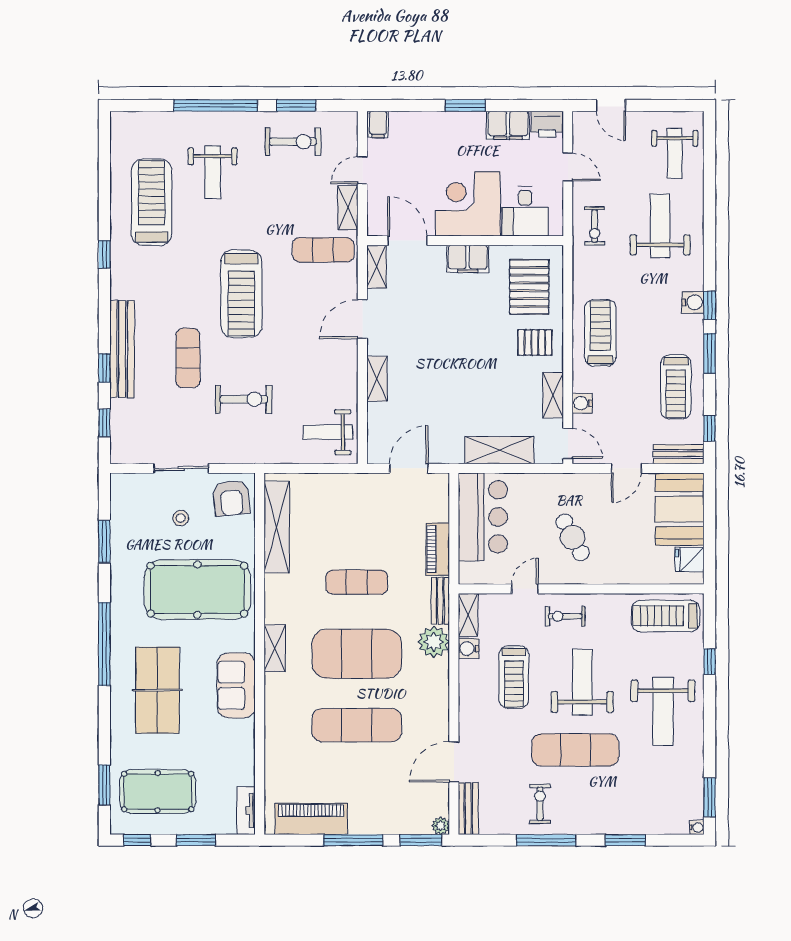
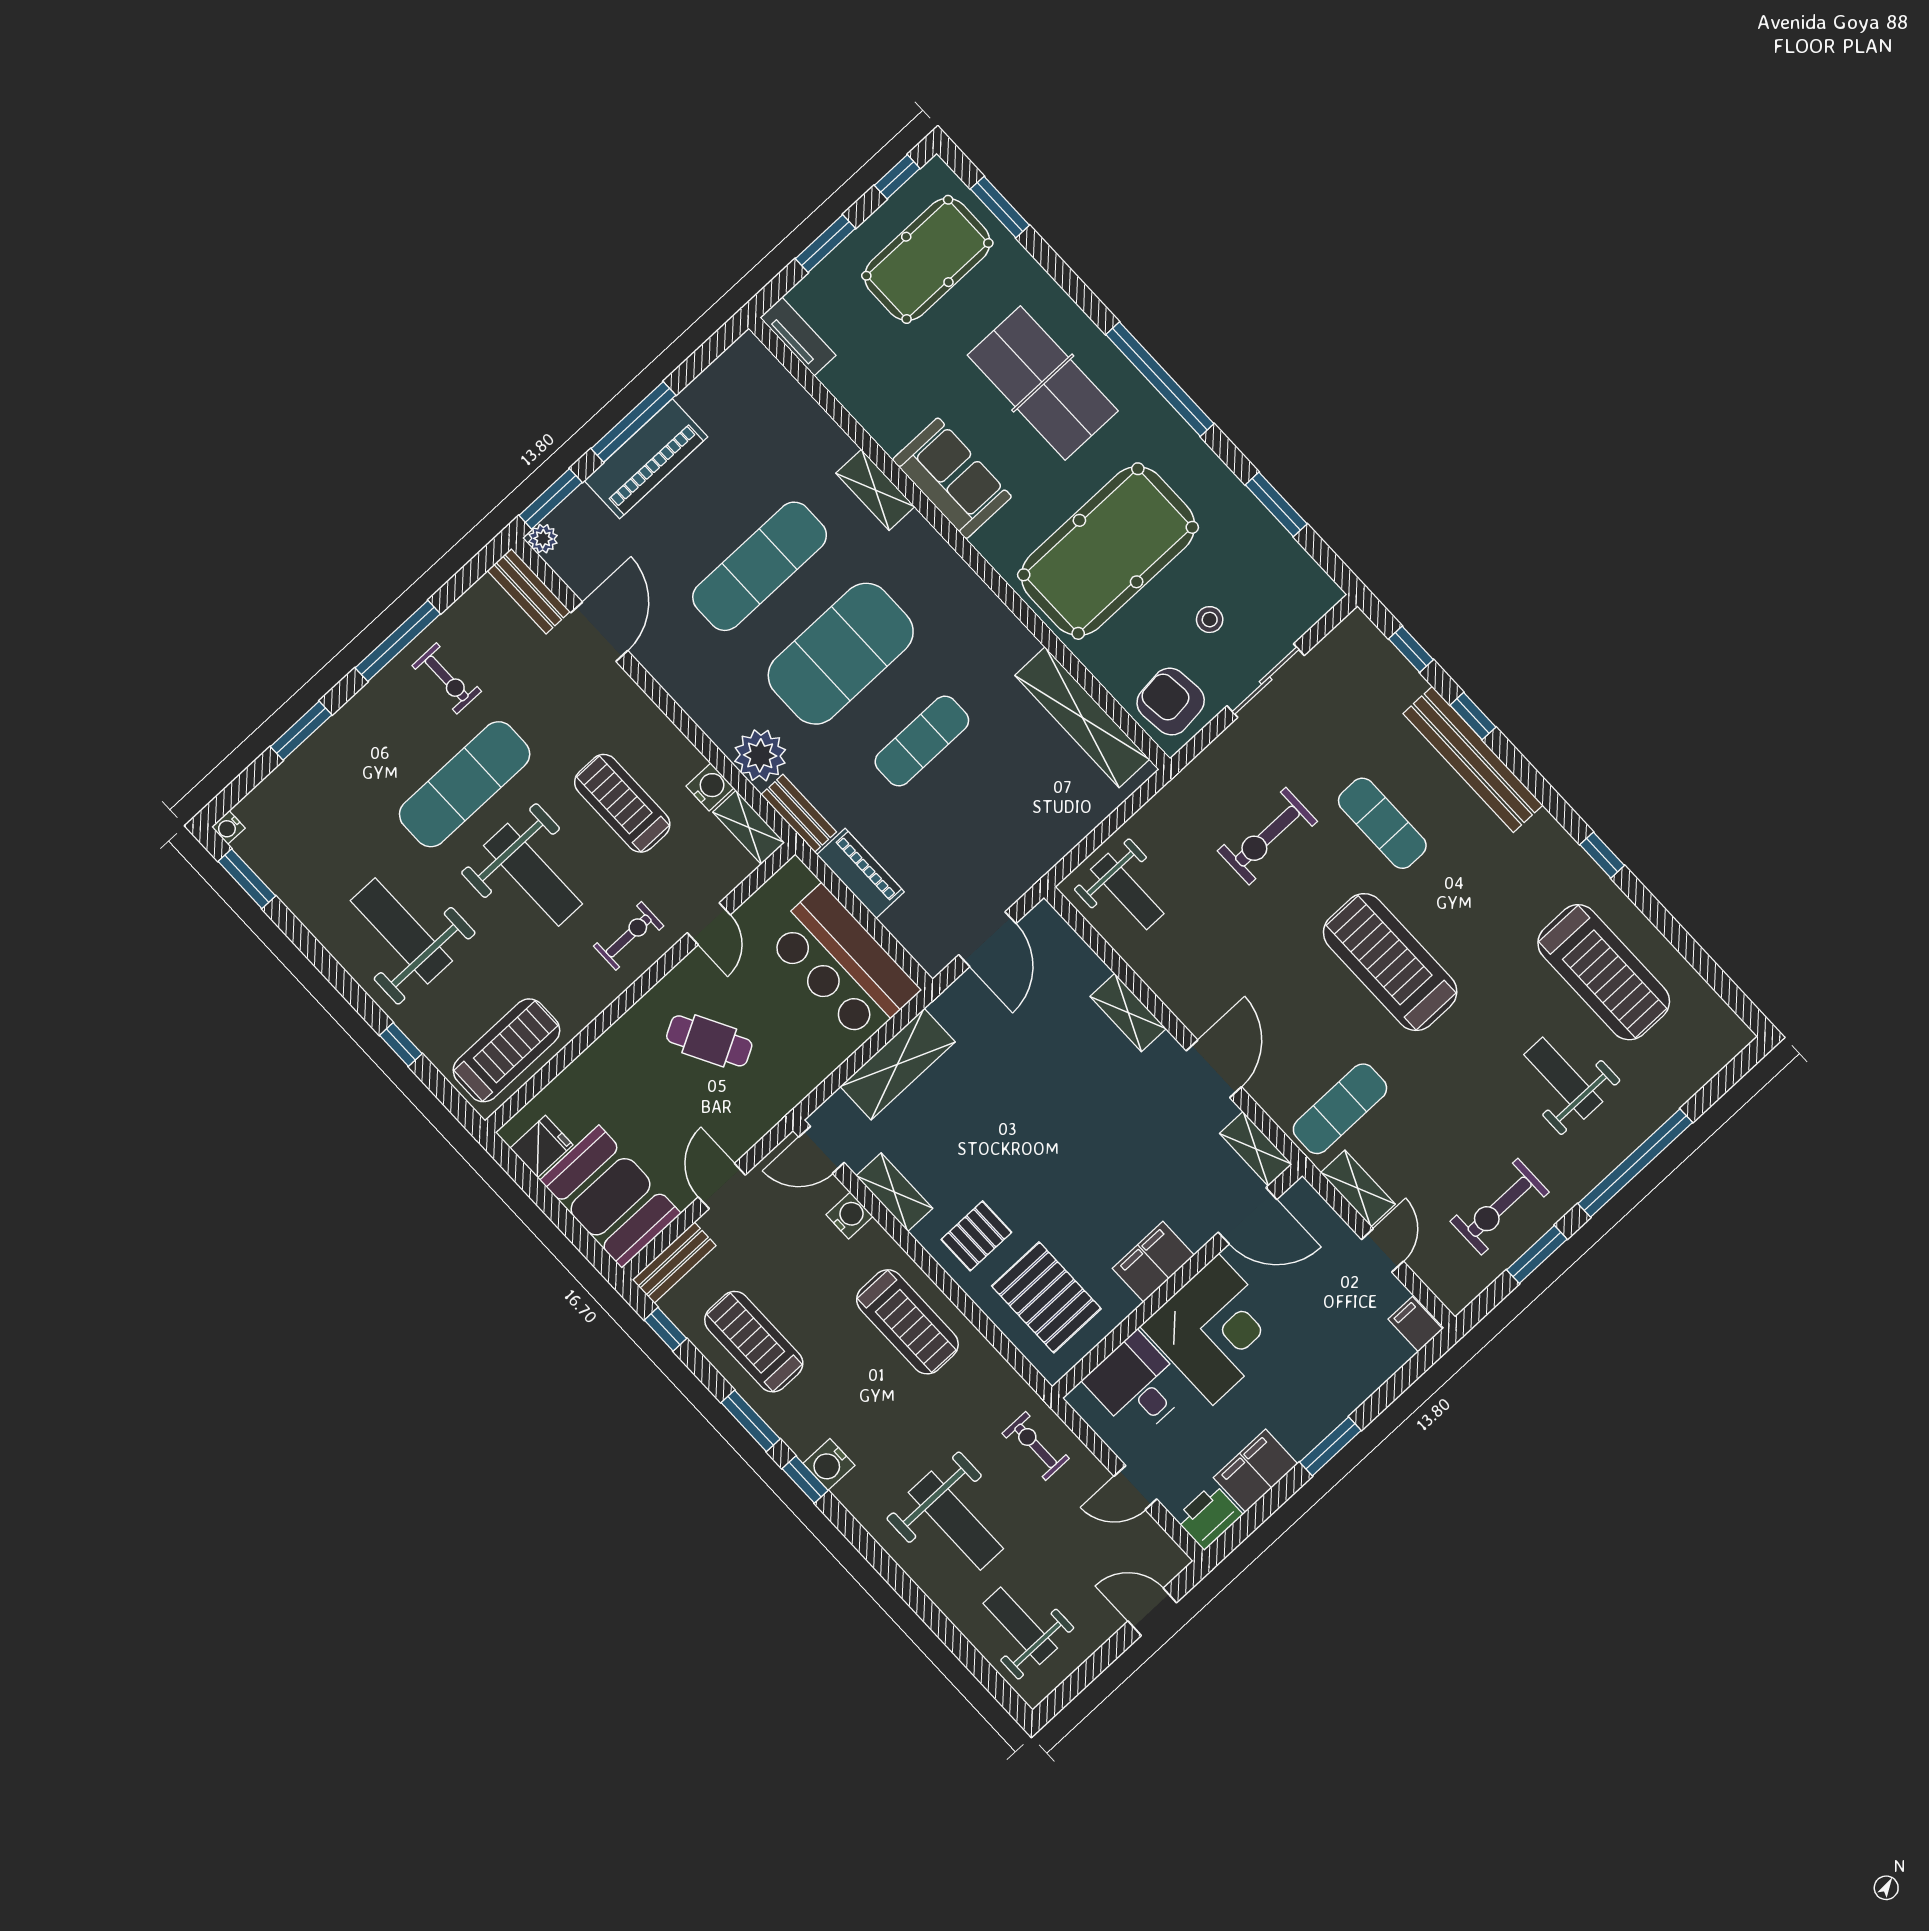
weight bench: (328, 432) -> (1127, 892), turned 90
shelving: (275, 648) -> (875, 490), moved
piano: (311, 819) -> (646, 459), moved

